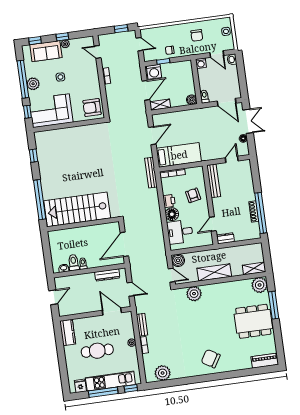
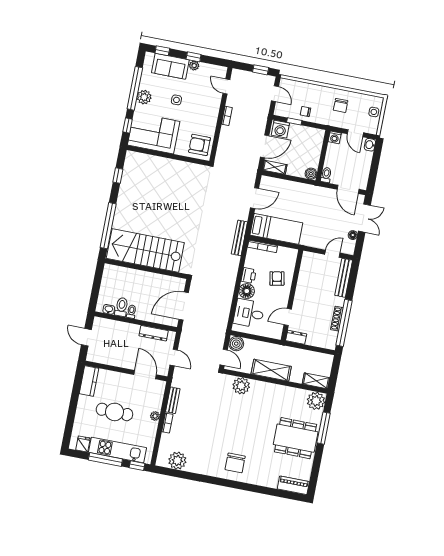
bench: (214, 181) -> (344, 278), moved
door: (53, 297) -> (86, 337), swing flipped
chair: (211, 359) -> (235, 463), turned -121

